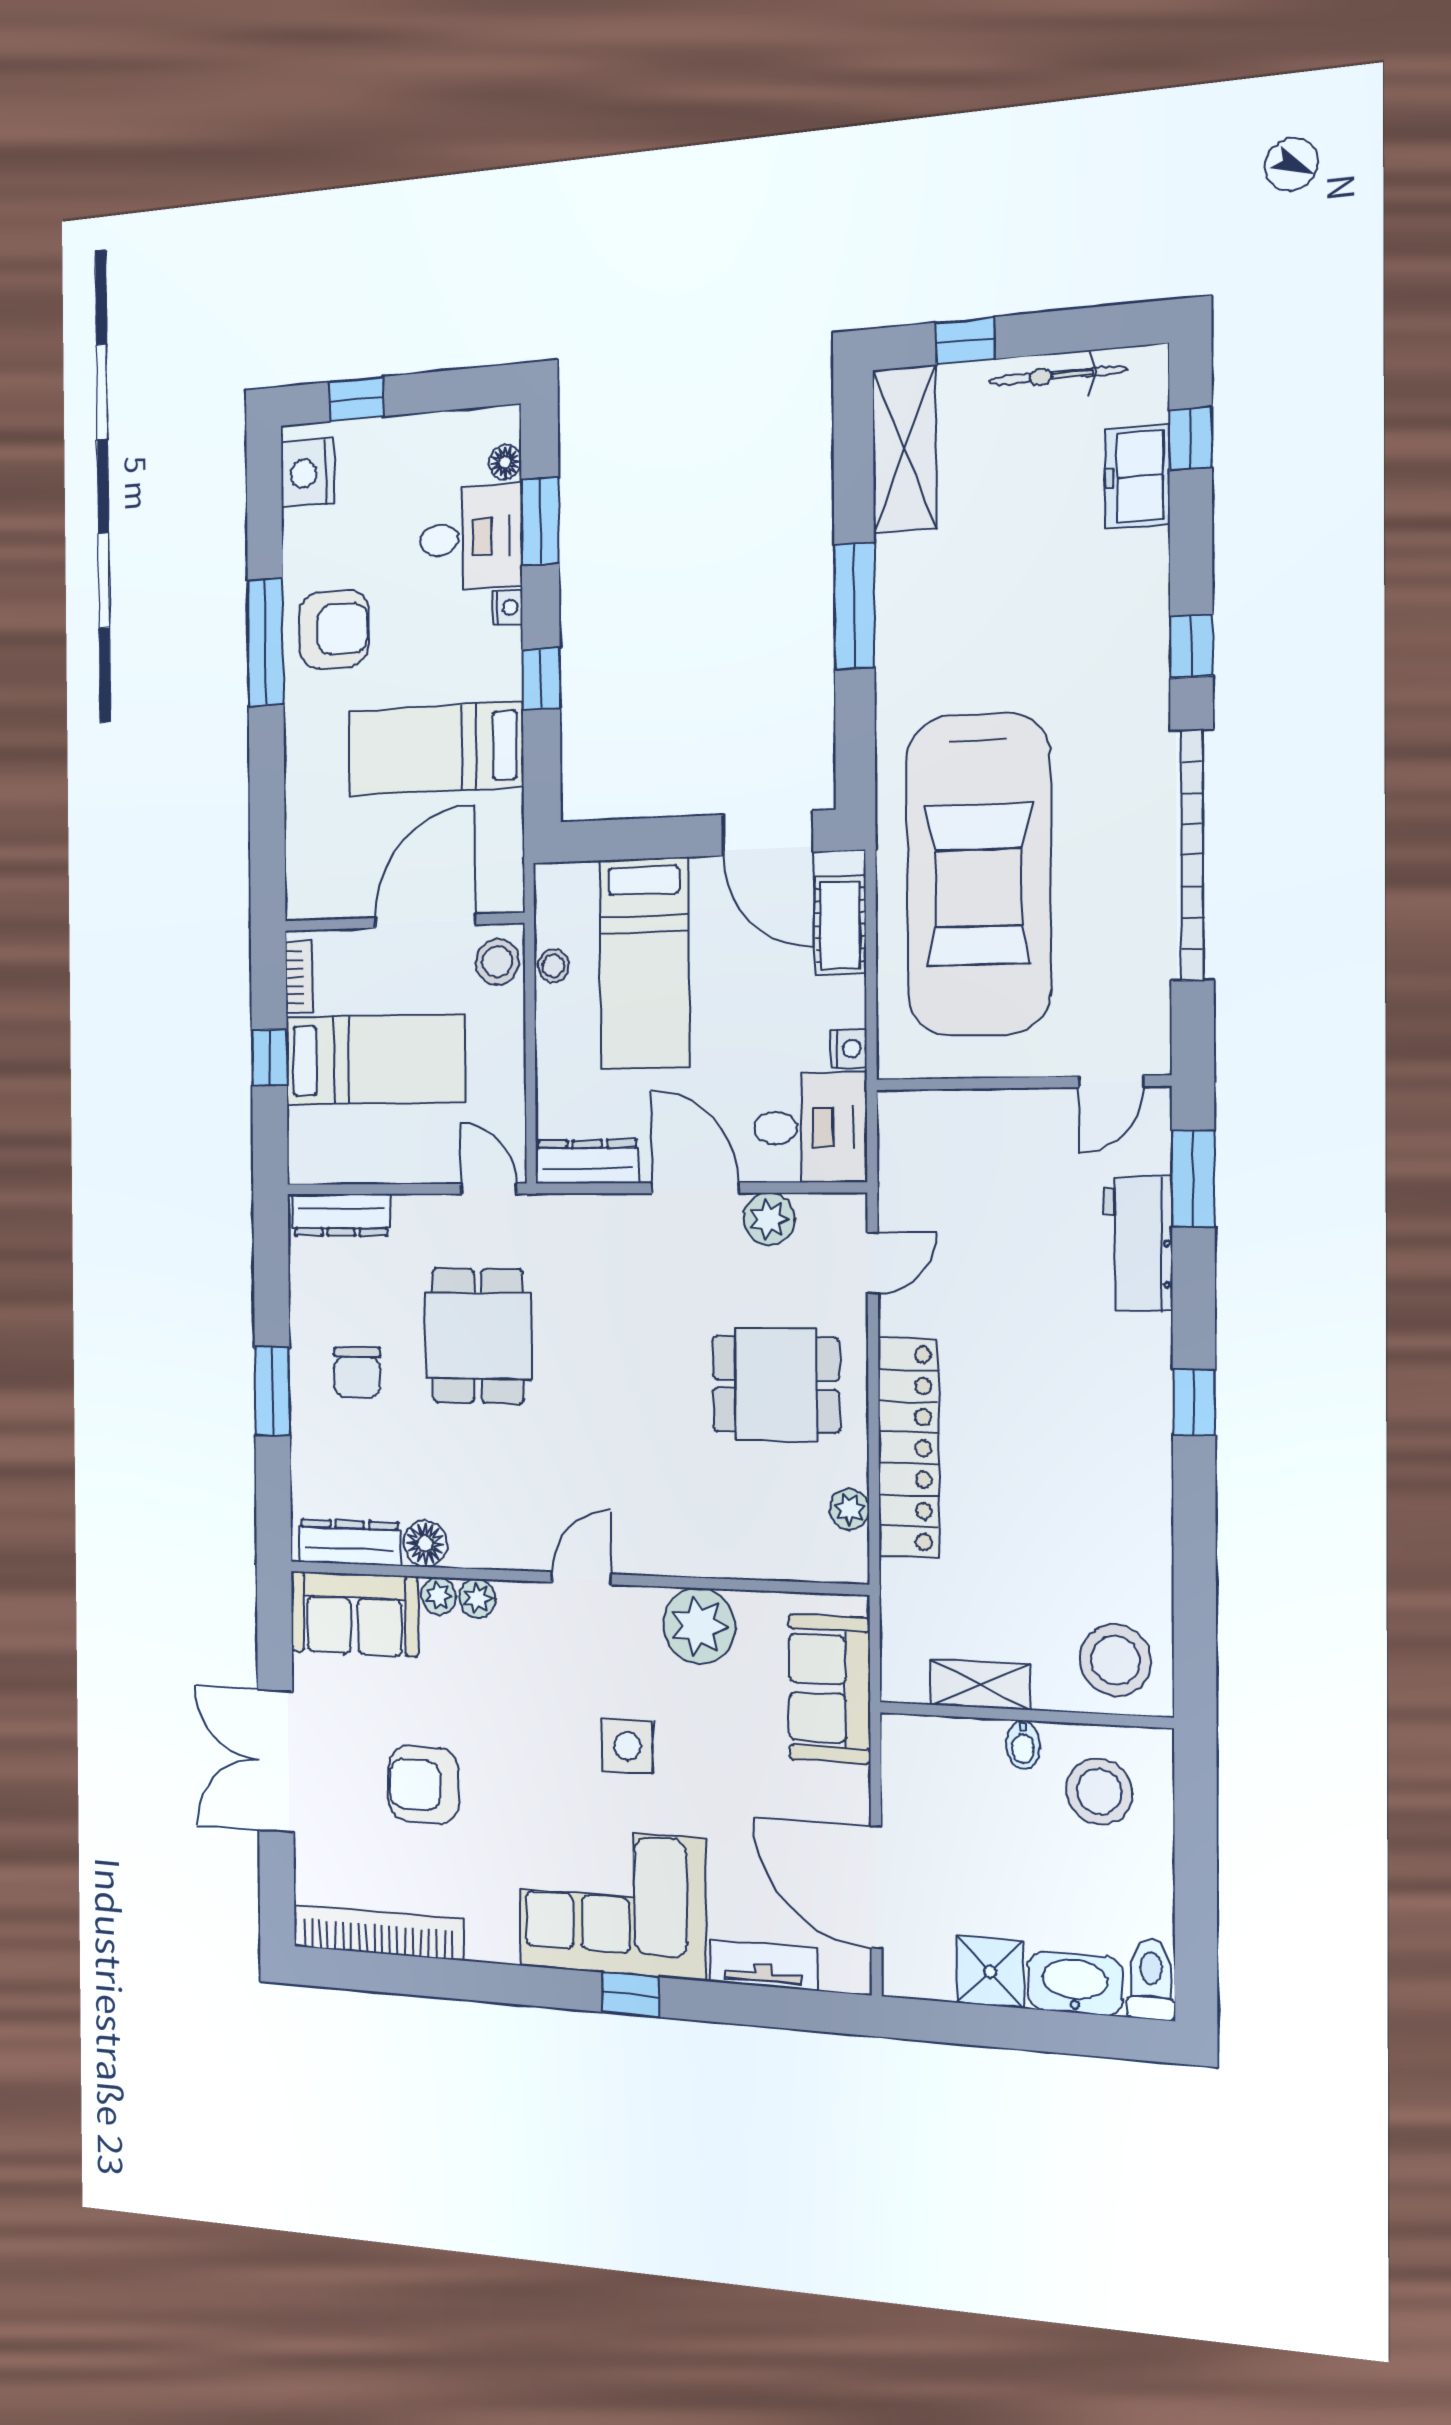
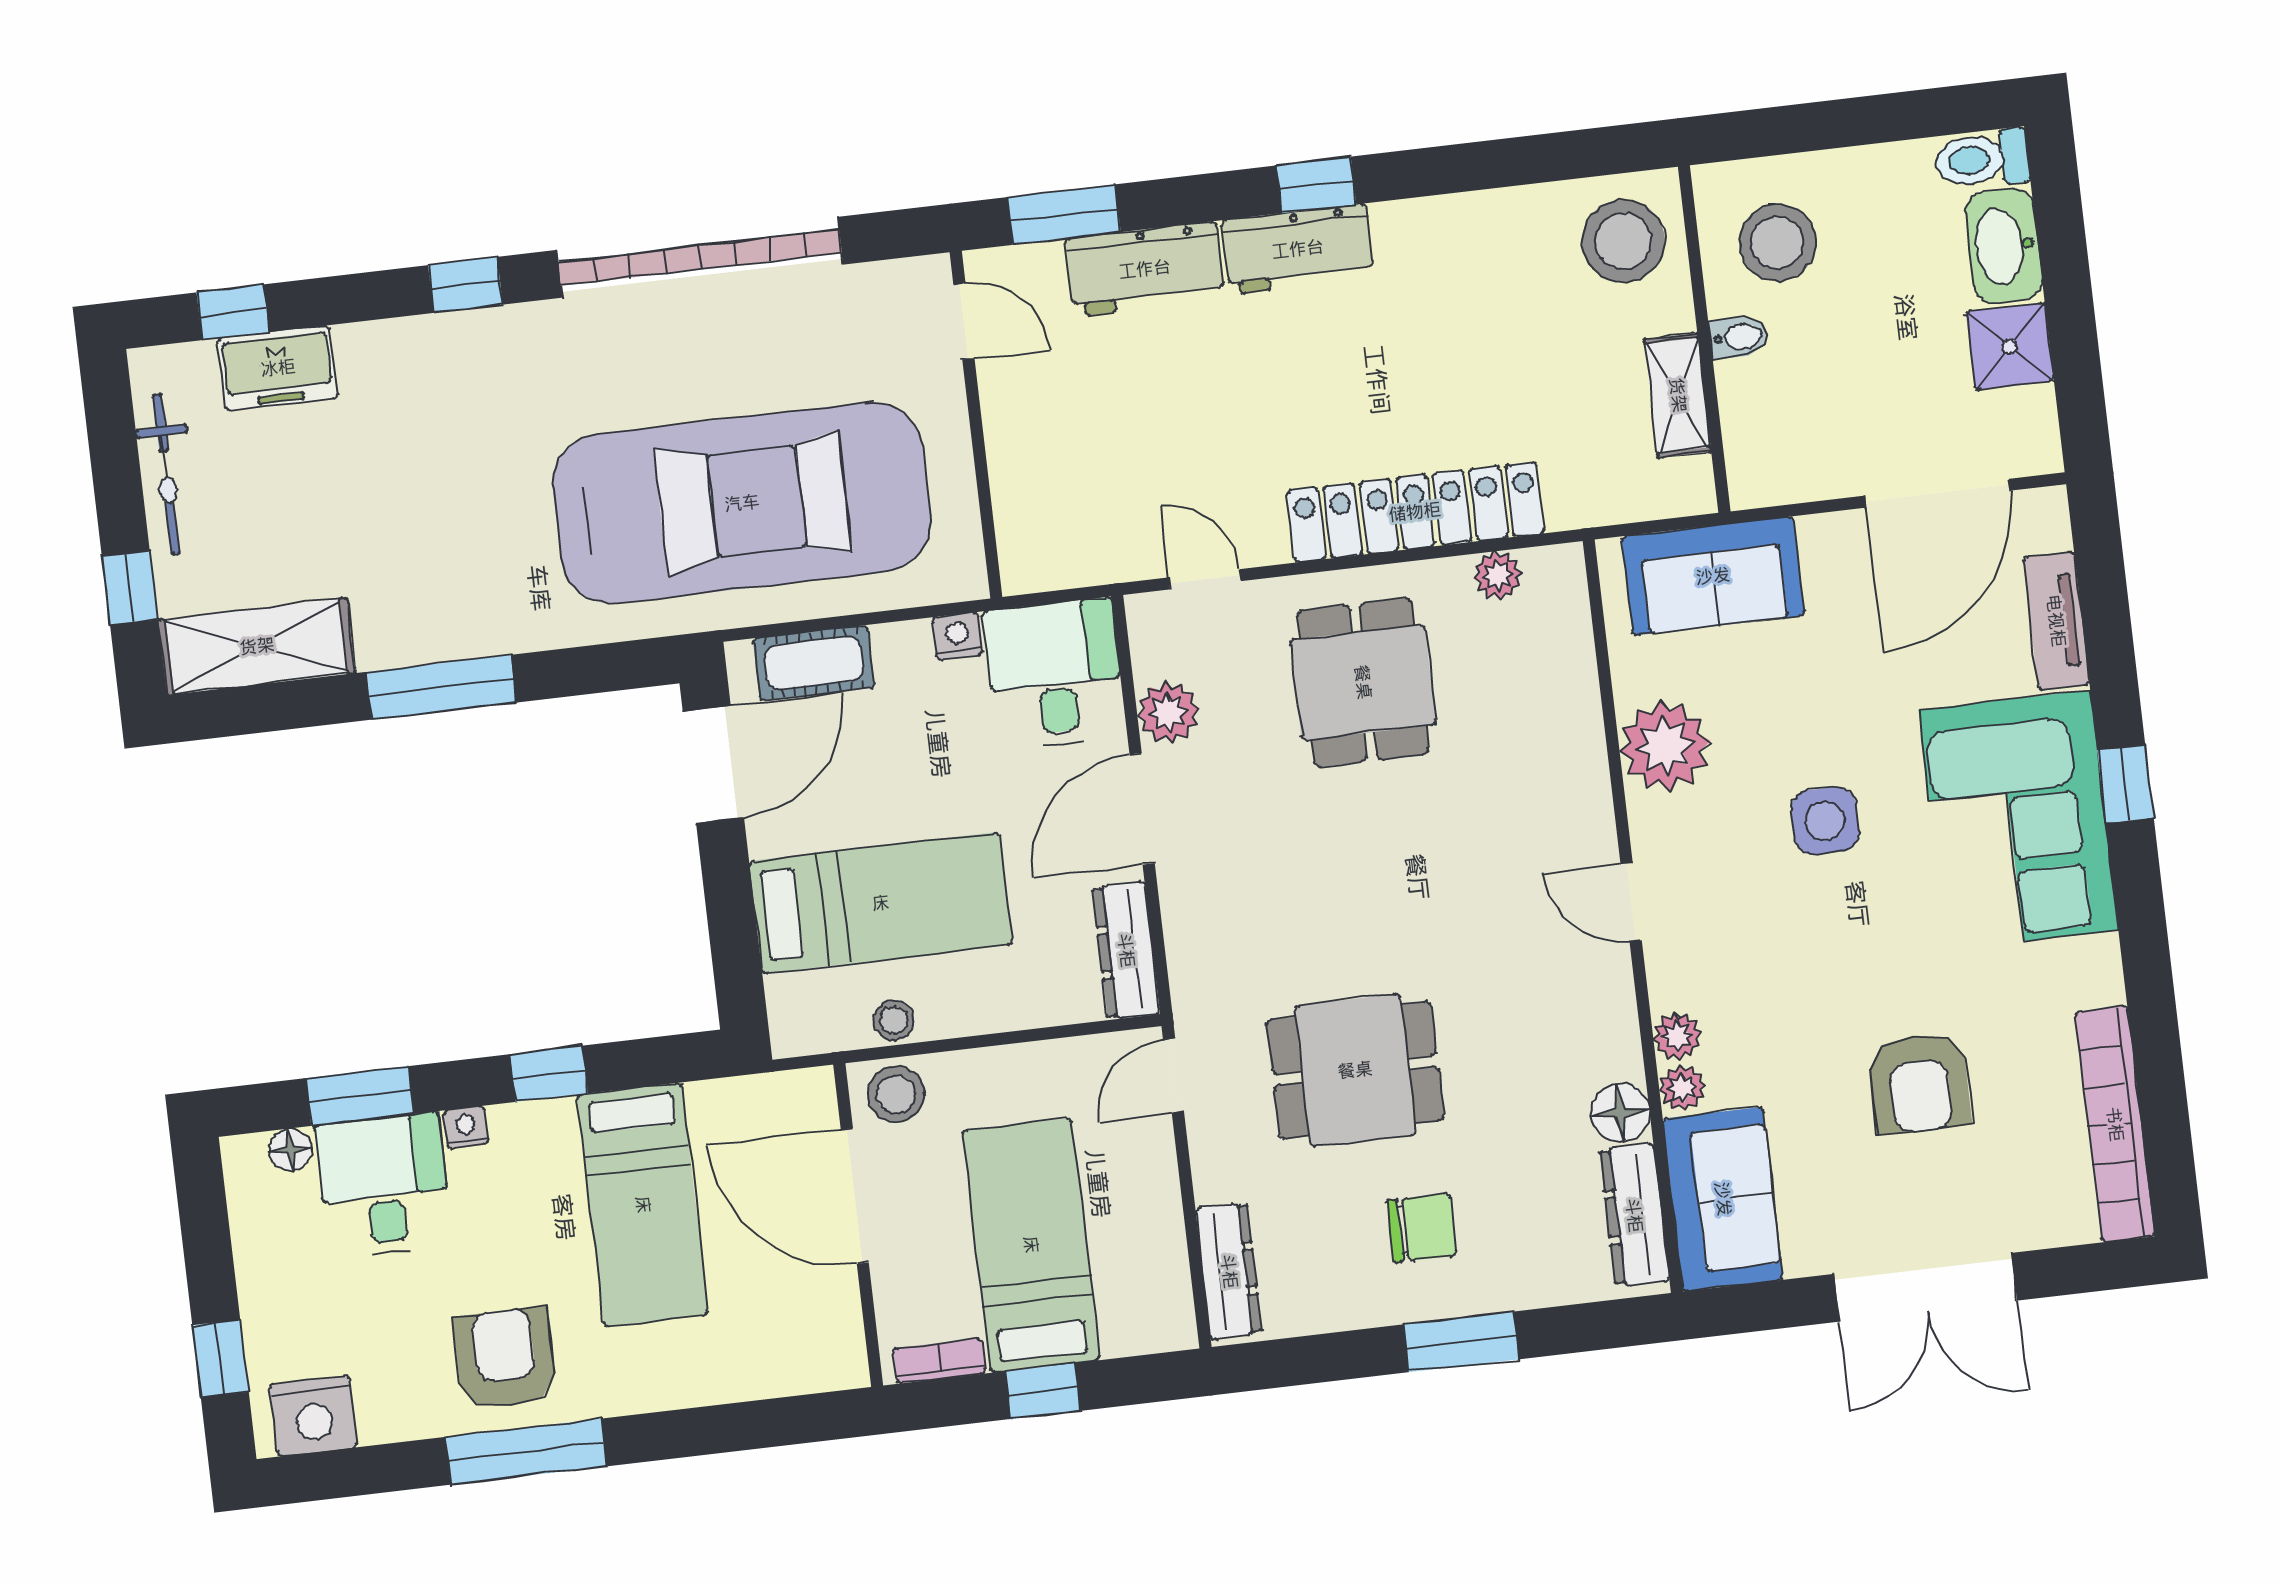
workbench: (1140, 1379) -> (1298, 249), added

